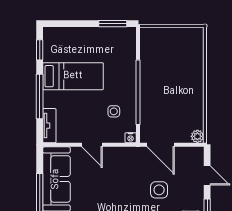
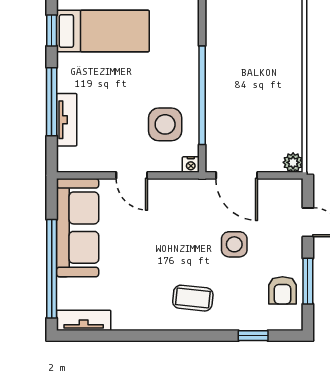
bed: (73, 76) -> (103, 31), moved
side table: (114, 111) -> (165, 124), width x1.87, depth x1.87
tv unit: (49, 126) -> (67, 120), moved

